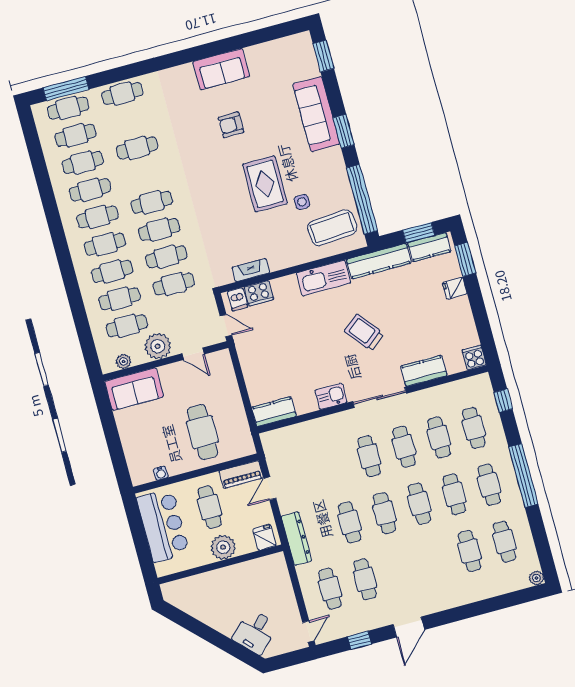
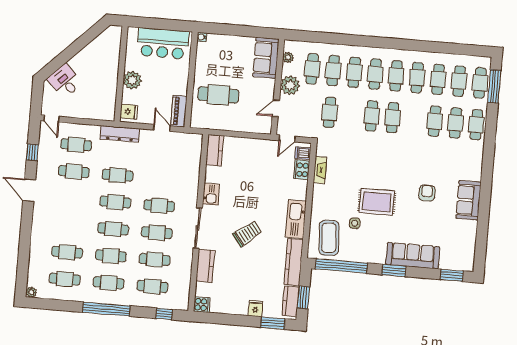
cafe table: (166, 257) -> (456, 123), moved
water cooler: (161, 473) -> (202, 37), moved
cafe table: (210, 507) -> (164, 81), removed

